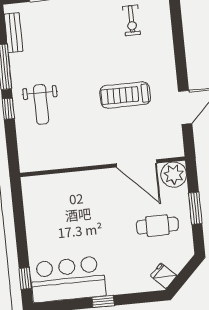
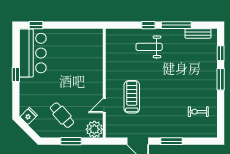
window: (180, 56) -> (172, 141), added
treadmill: (125, 95) -> (132, 97), moved
door: (136, 163) -> (104, 106), width x0.53
cafe table: (157, 226) -> (62, 115), turned -41

